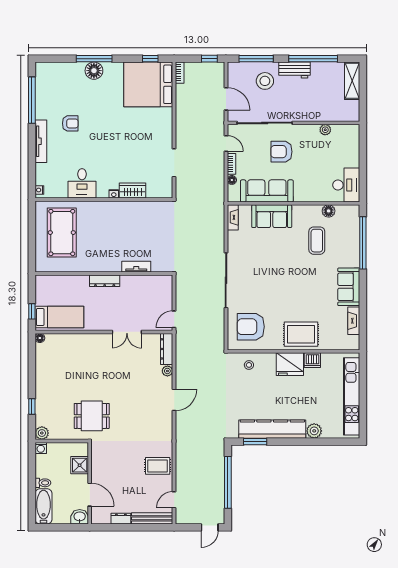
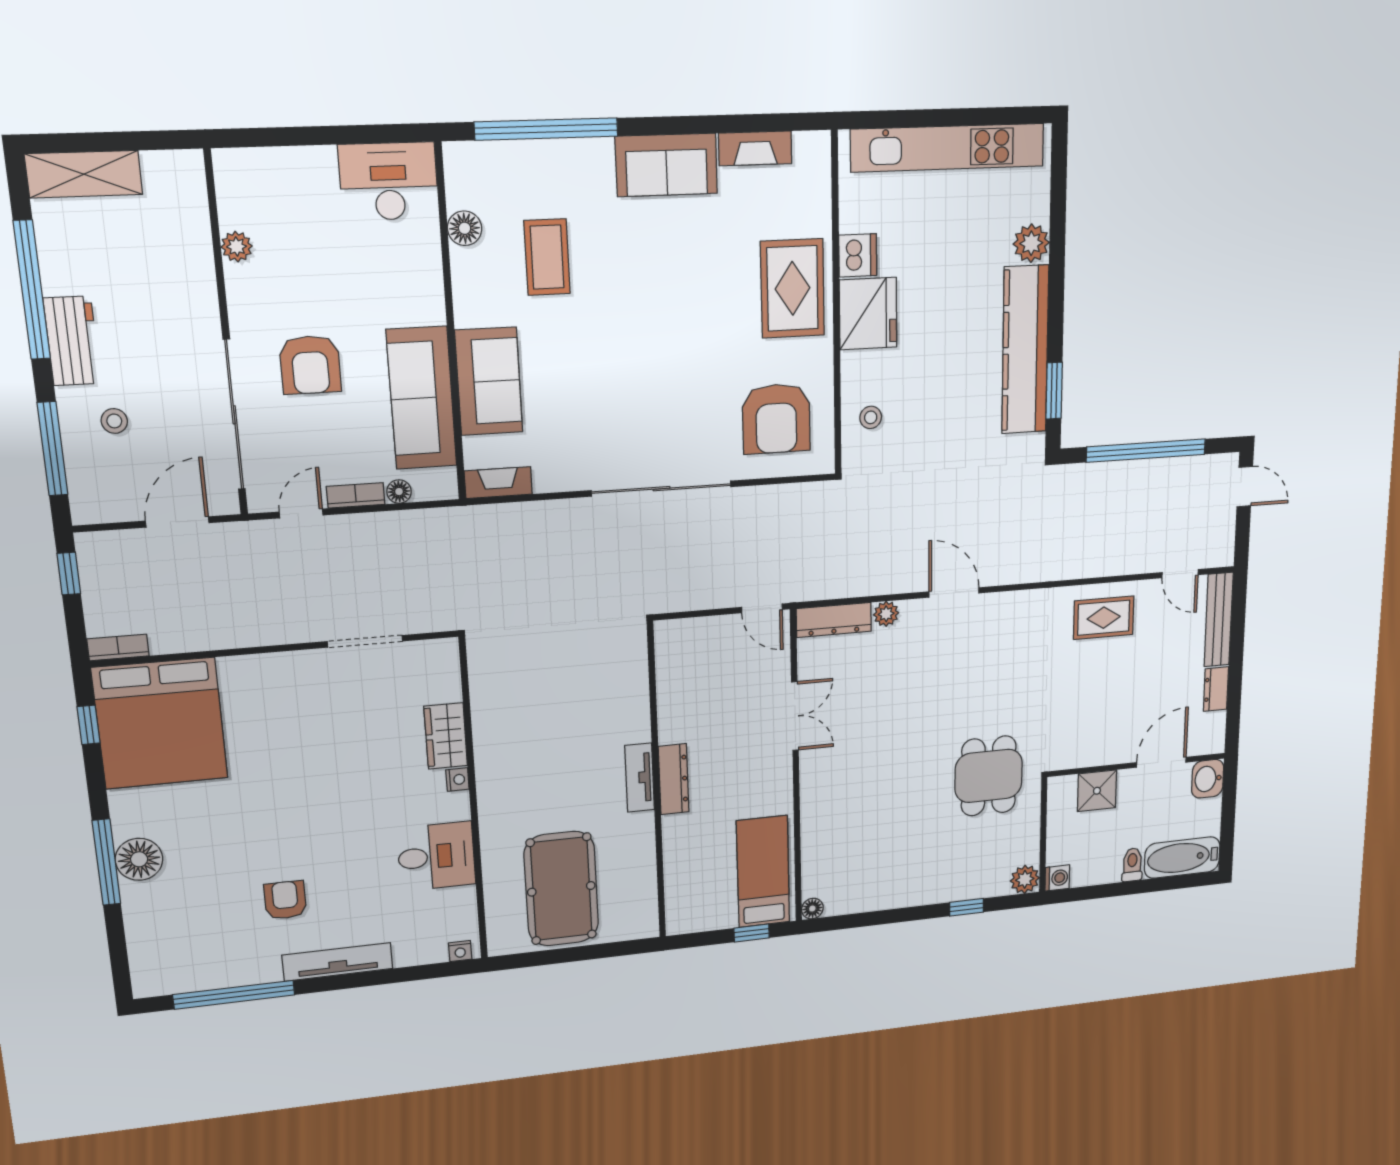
stool: (265, 81) -> (114, 421), width x0.53, depth x0.53
pool table: (62, 233) -> (561, 889), turned 90
coffee table: (317, 241) -> (547, 257), turned 90
tv unit: (136, 267) -> (640, 778), moved
rug: (158, 466) -> (1104, 618), turned 90

